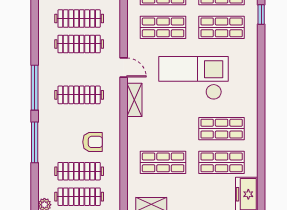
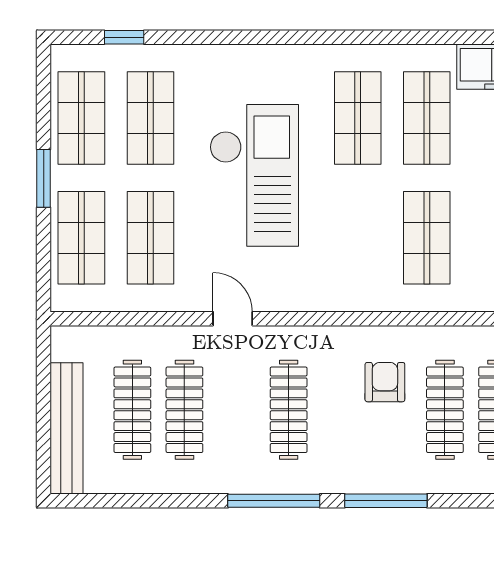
door: (124, 68) -> (233, 319), hinge flipped
checkout: (194, 78) -> (254, 175), turned 180
shelving: (134, 100) -> (299, 297), removed

